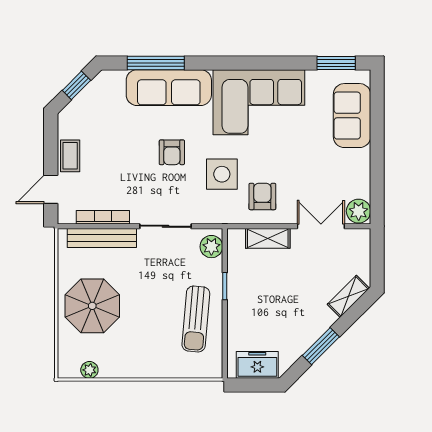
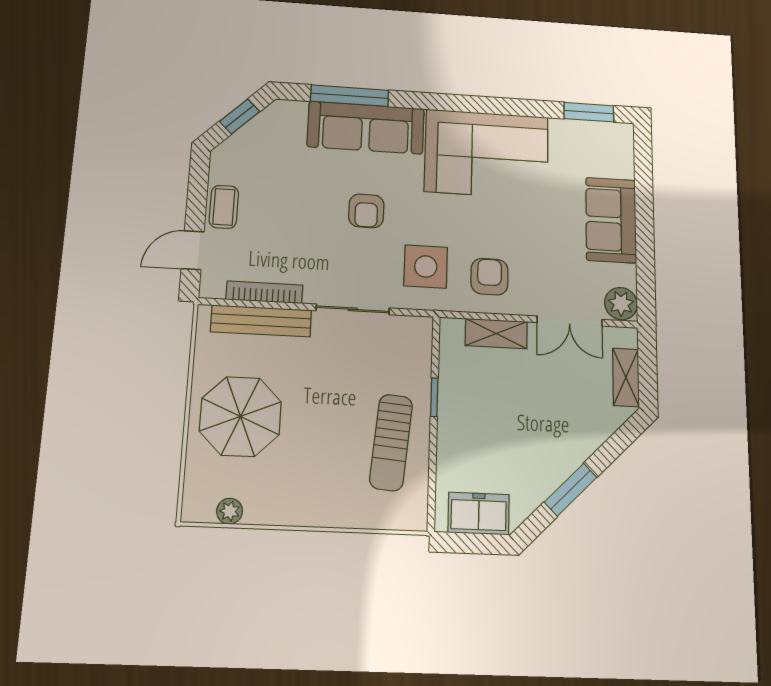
sofa: (352, 116) -> (611, 220), moved
side table: (222, 174) -> (426, 267), moved
double door: (321, 226) -> (570, 321), swing flipped
plant: (211, 247) -> (417, 341), removed
shelving: (348, 296) -> (626, 377), moved, turned -45

